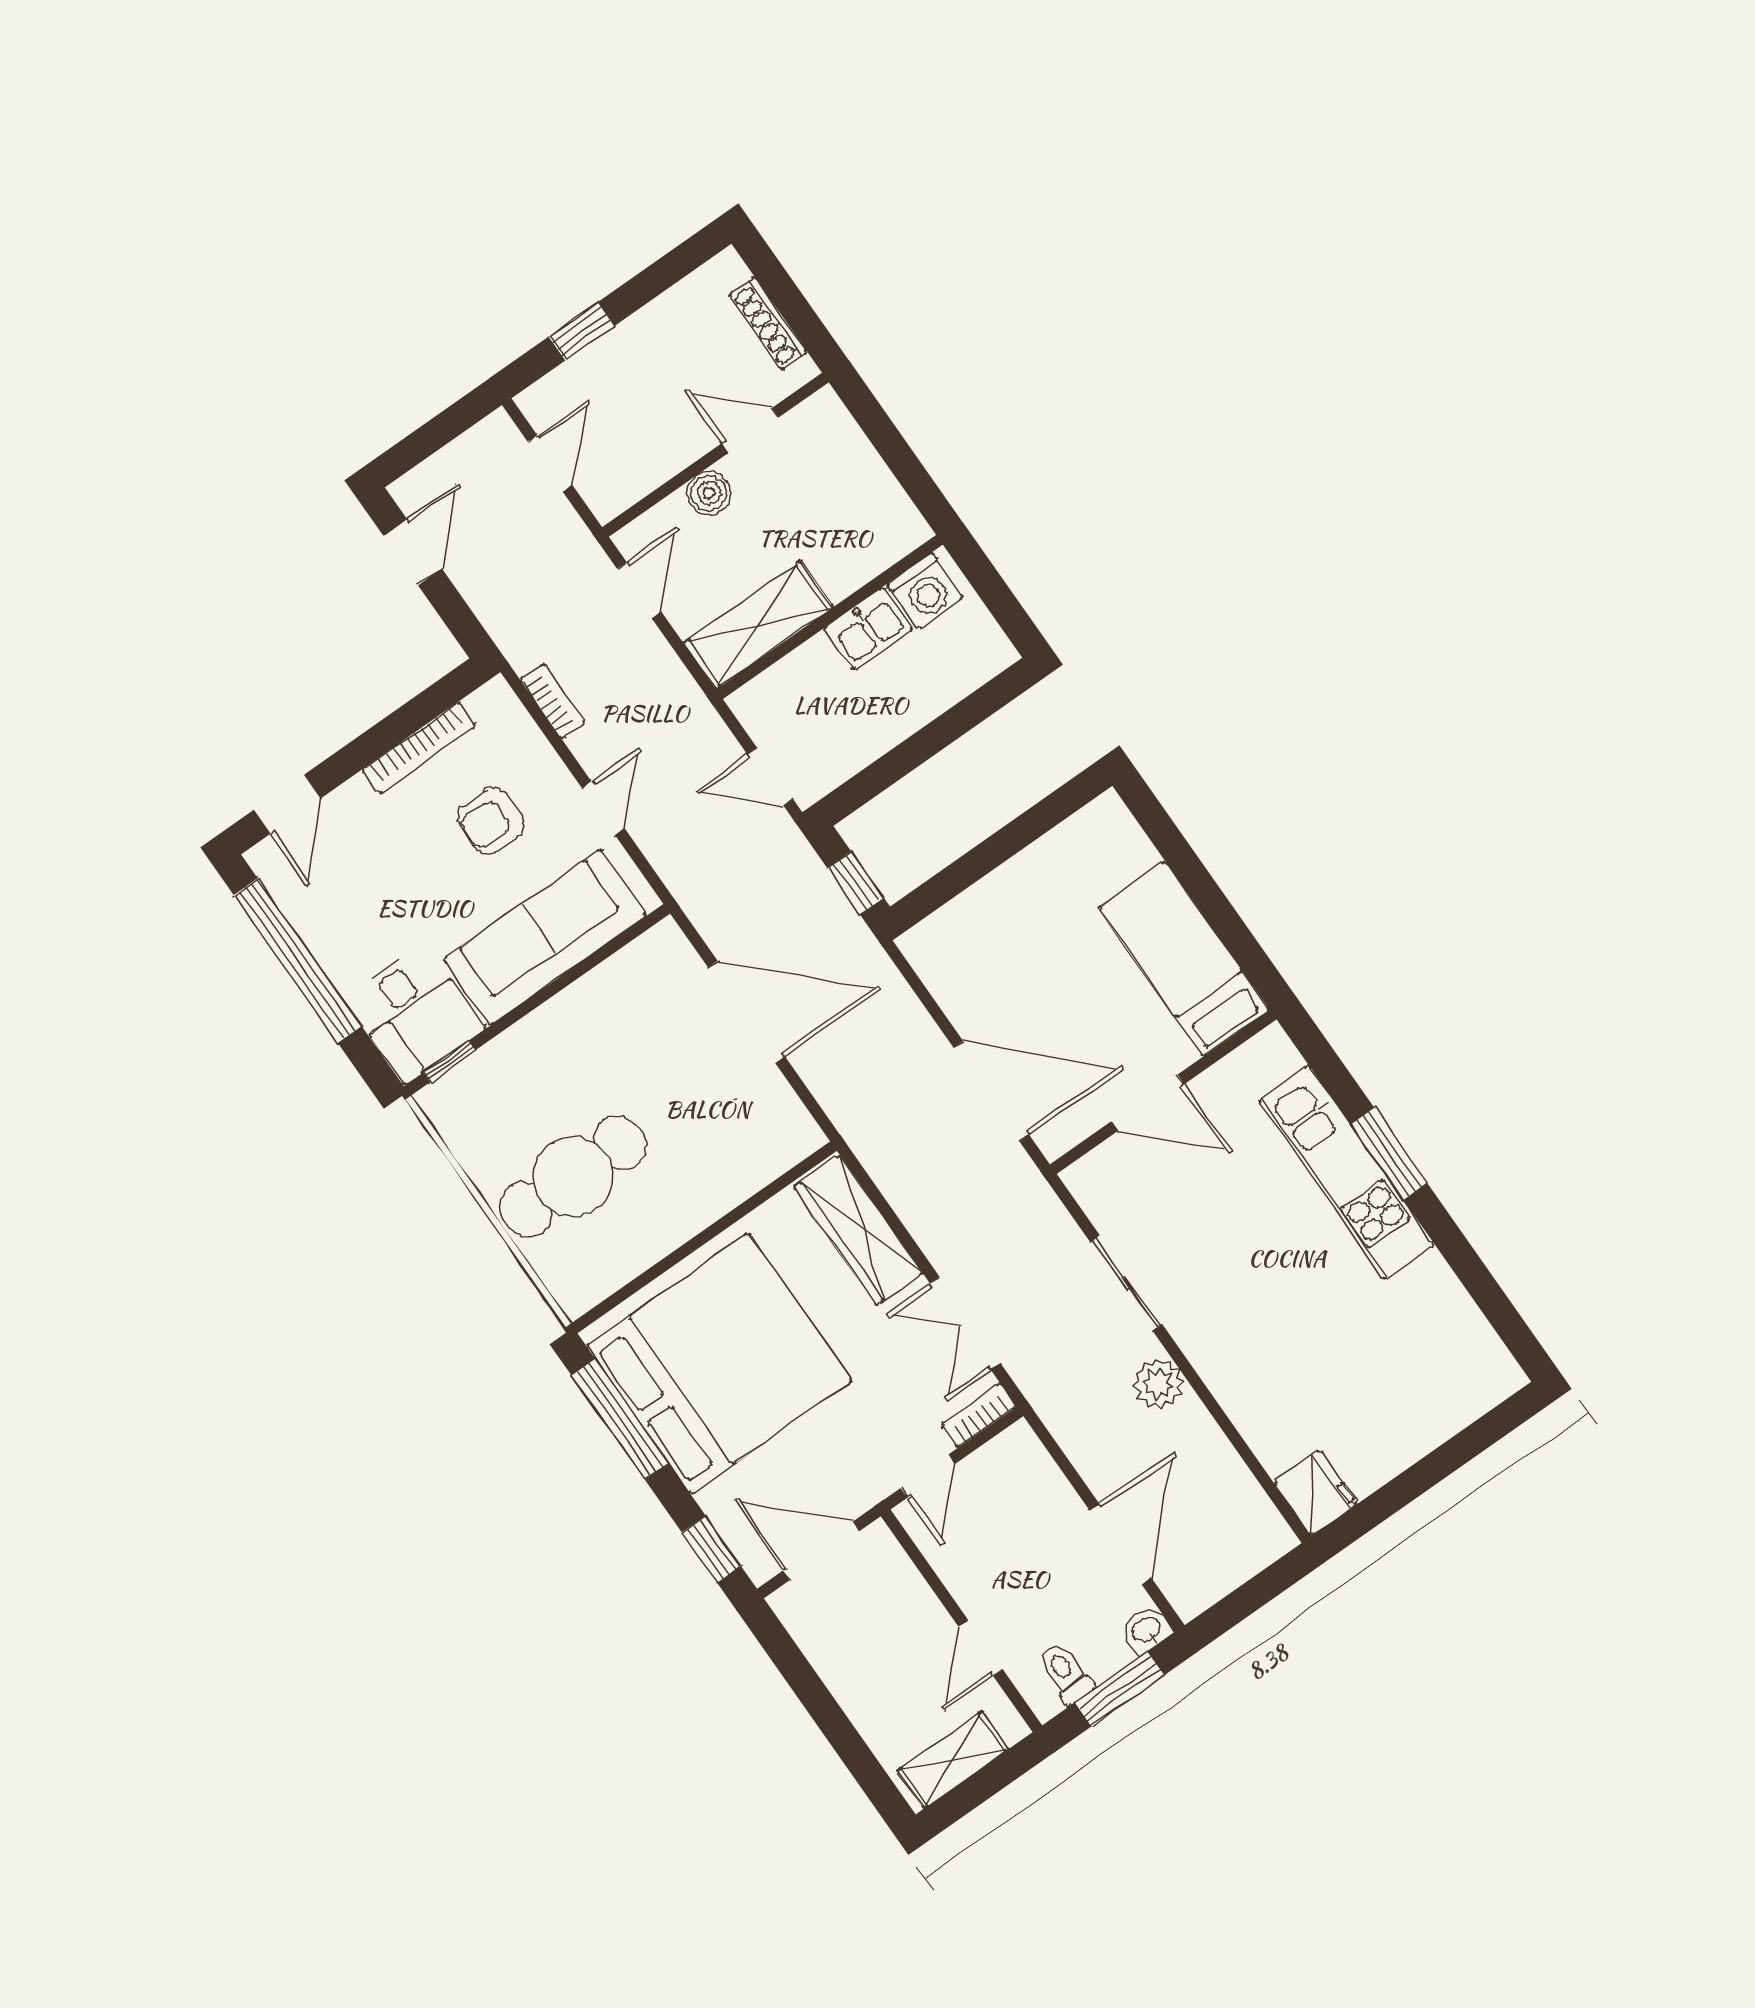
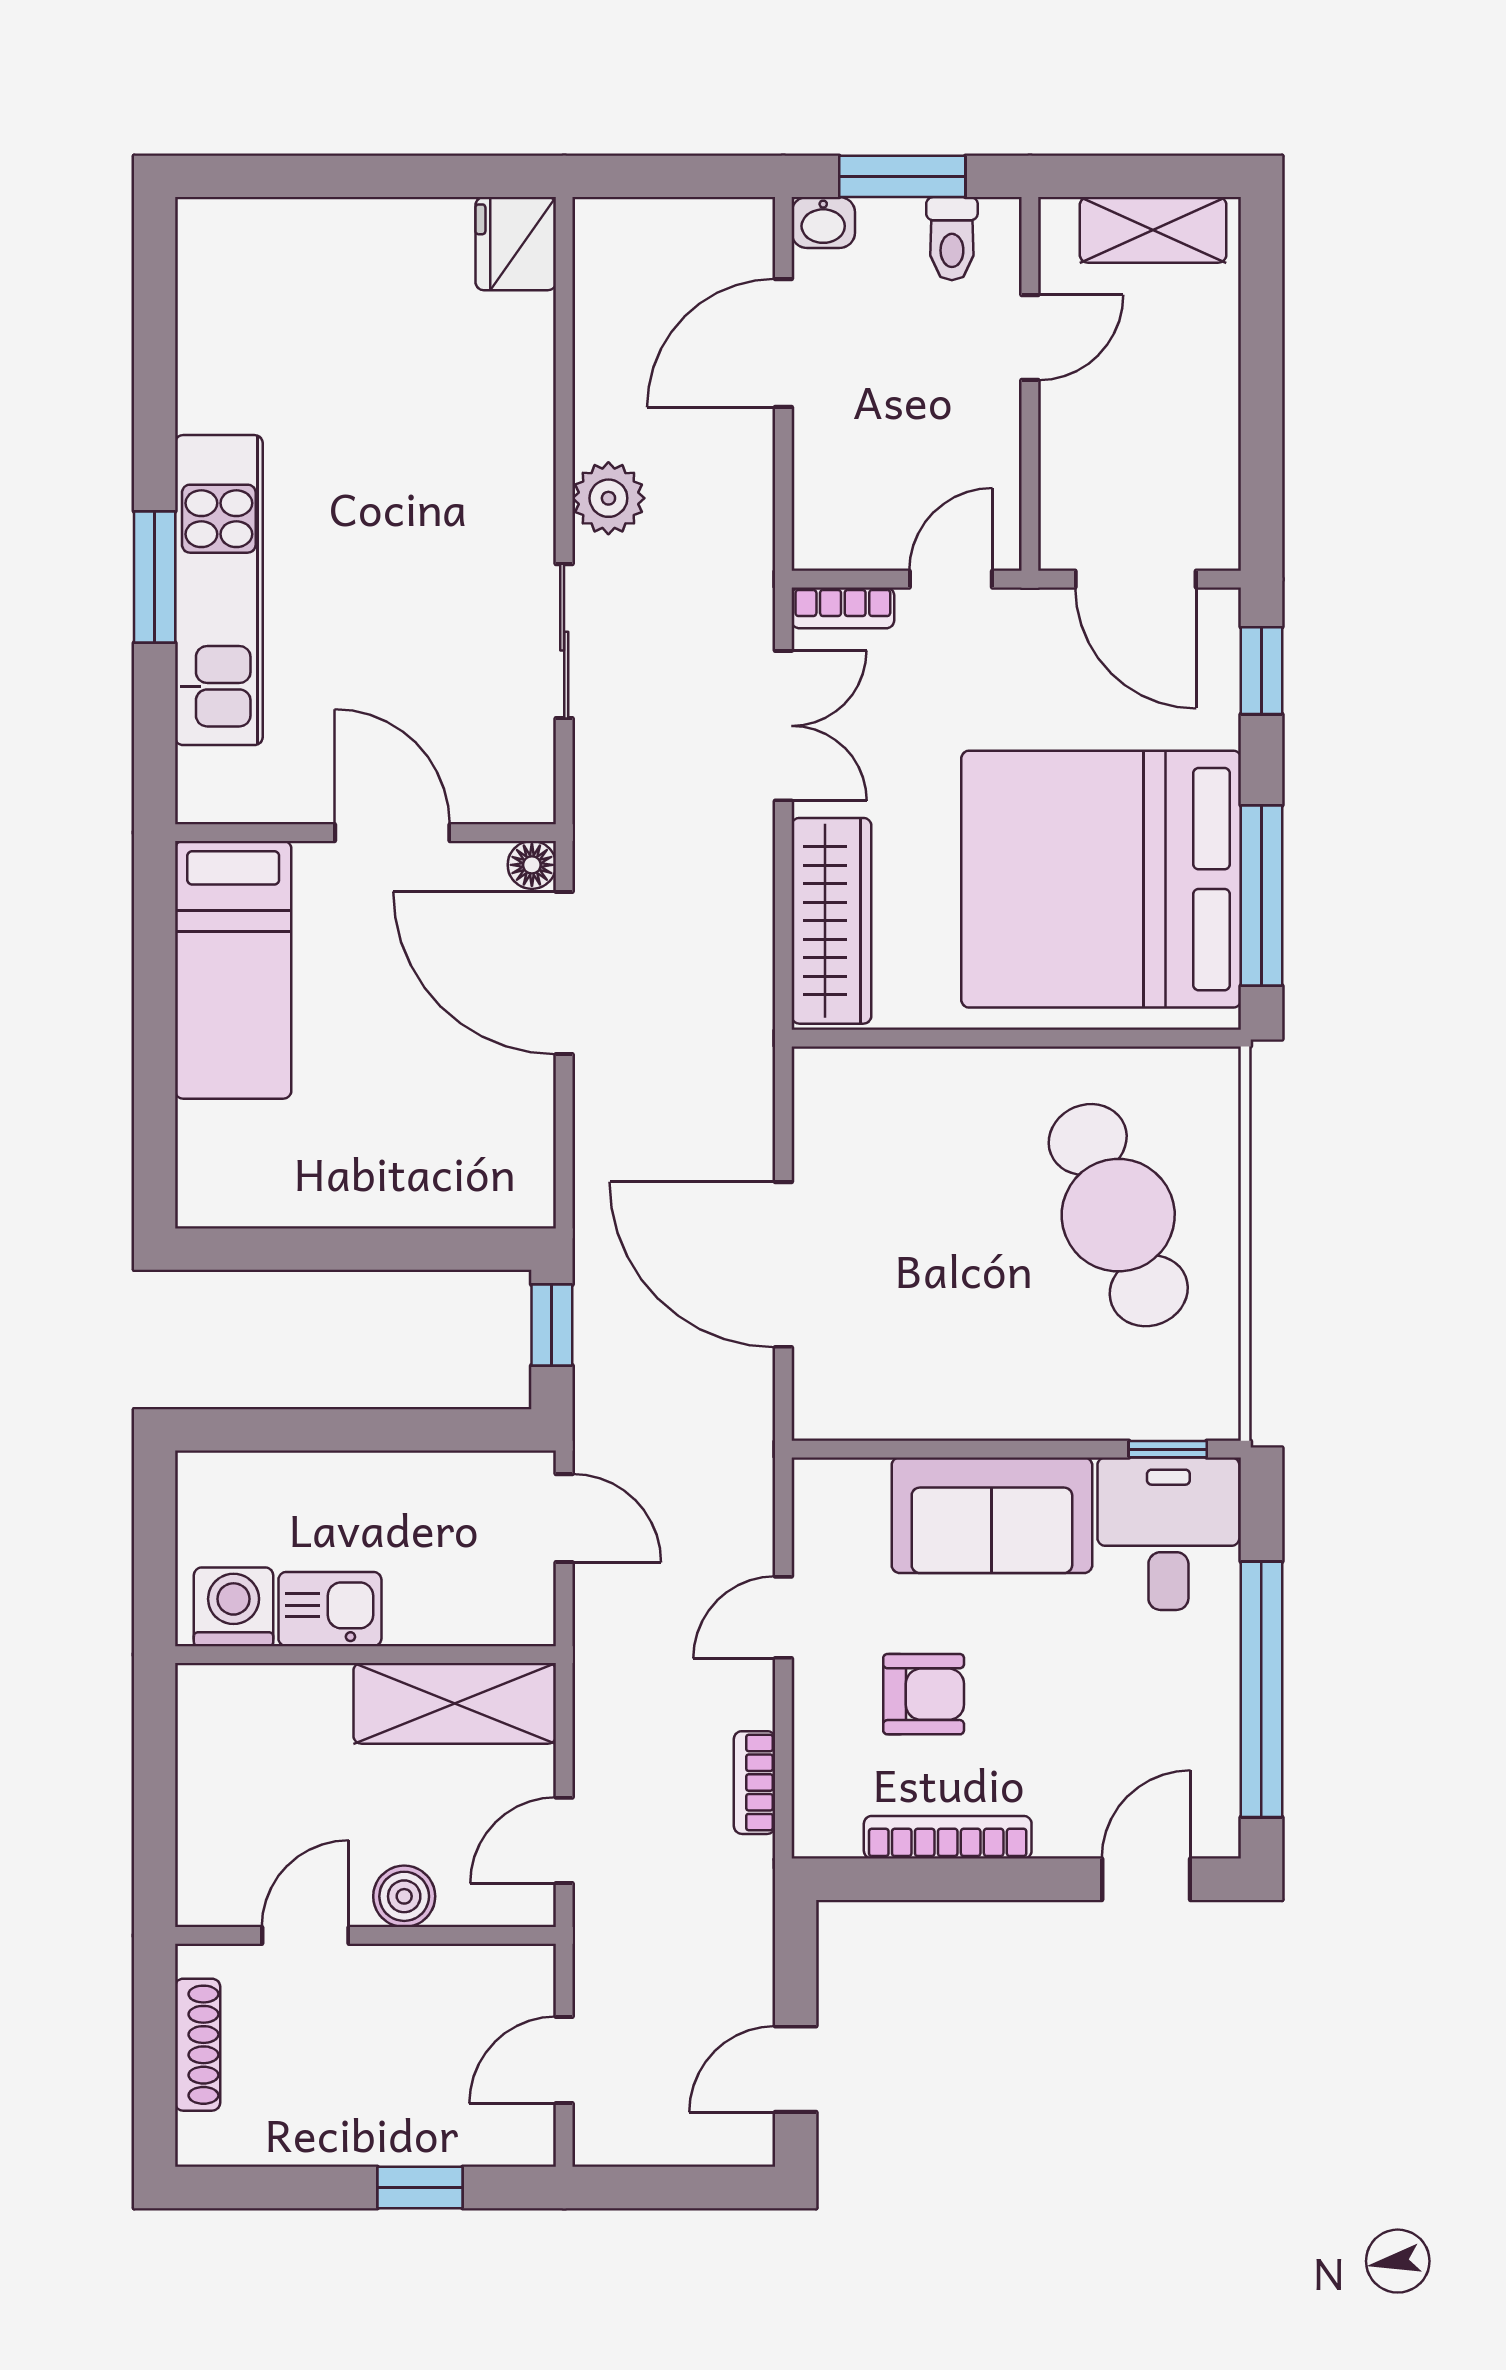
door: (750, 430) -> (305, 1935), swing flipped
sofa: (545, 937) -> (992, 1515), width x0.73
floor lamp: (1054, 1141) -> (532, 865), added
cafe table: (573, 1176) -> (1118, 1215), turned 68

